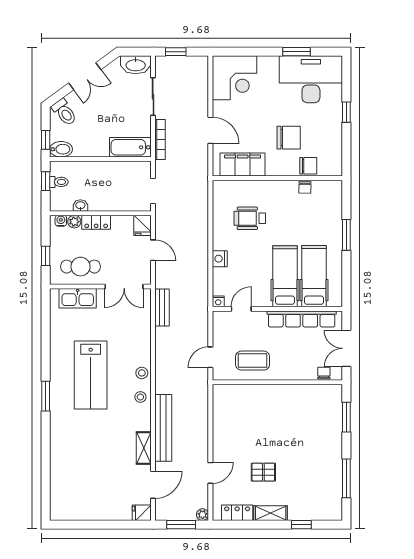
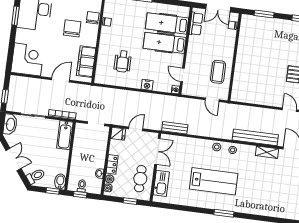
row of seats: (302, 319) -> (196, 24), width x0.50

